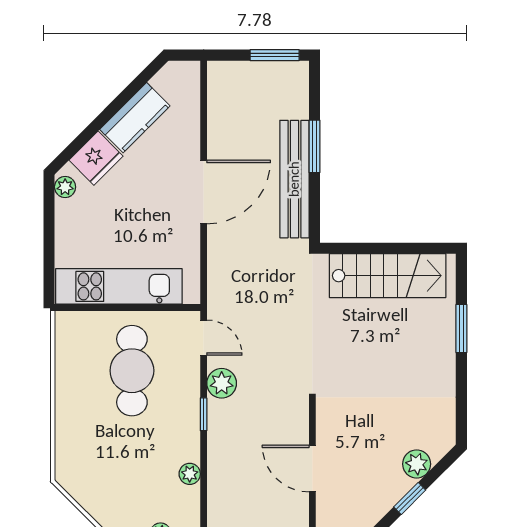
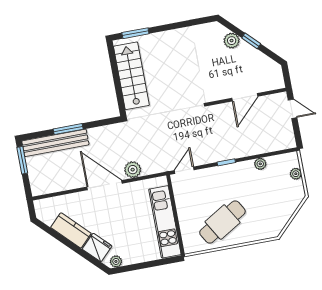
bench: (294, 179) -> (55, 143), moved
window: (461, 328) -> (135, 33), moved
cafe table: (132, 371) -> (222, 222), moved, turned -31
plant: (222, 383) -> (133, 170), moved

